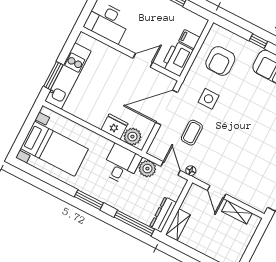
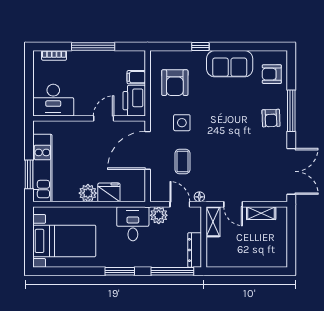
plant: (132, 137) -> (88, 193), moved
shelving: (178, 225) -> (213, 222), moved

